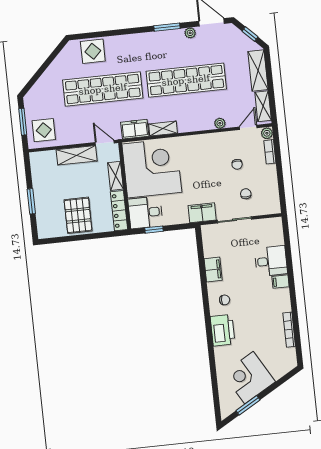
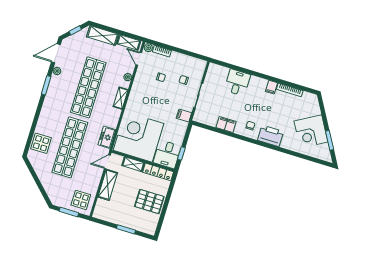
shelving: (163, 129) -> (121, 98), moved
filing cabinet: (202, 213) -> (184, 115), width x0.50
filing cabinet: (280, 282) -> (271, 87), moved

